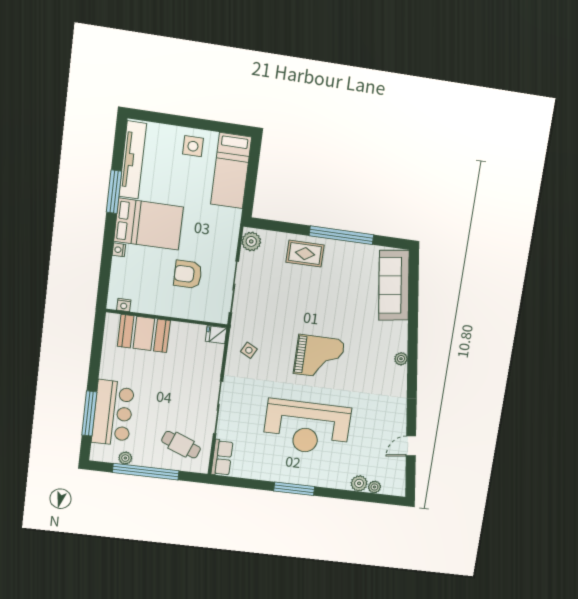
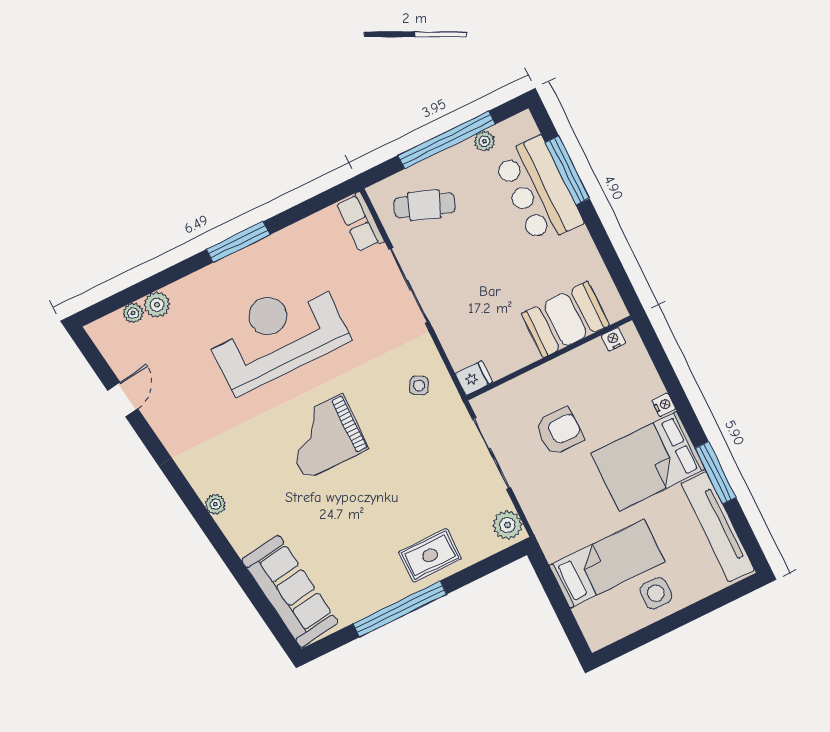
bed: (231, 171) -> (607, 564), moved, turned 90

